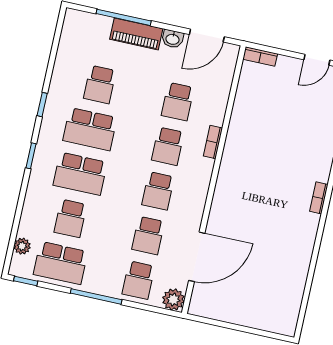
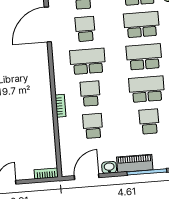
school desk: (158, 191) -> (88, 61), width x1.85
school desk: (70, 218) -> (142, 25), width x1.85

